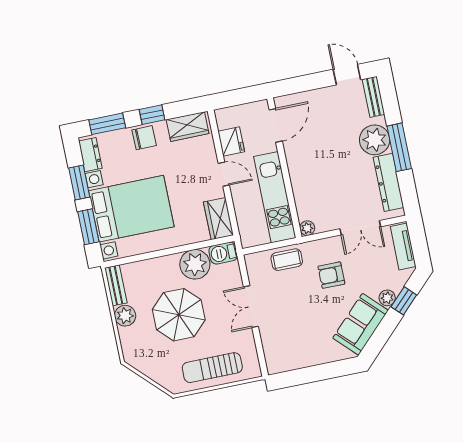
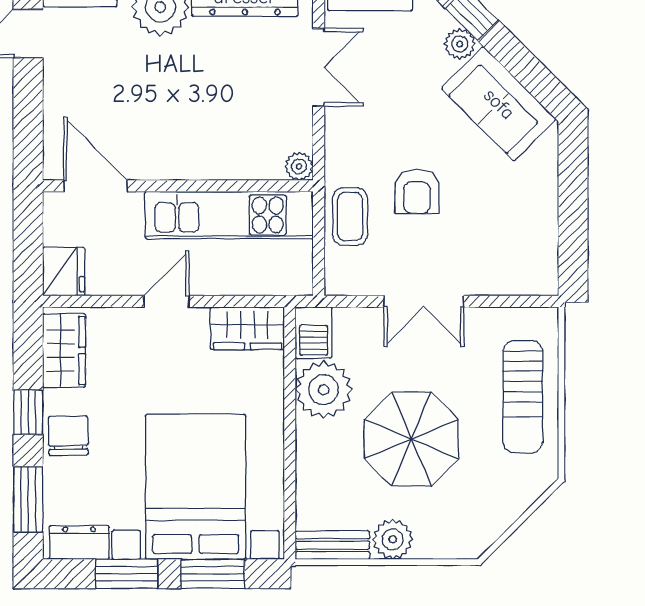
fridge: (231, 142) -> (64, 272), moved, turned 90
armchair: (331, 275) -> (417, 191), moved

